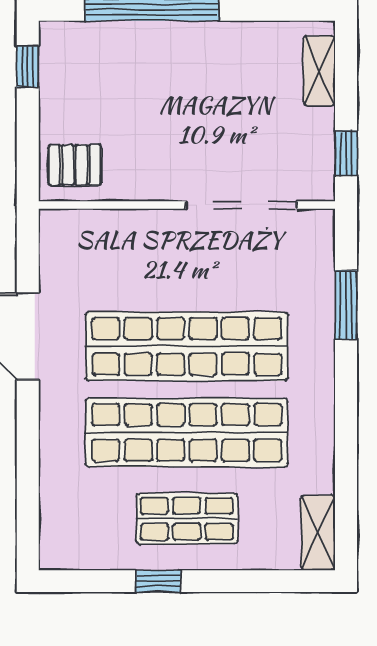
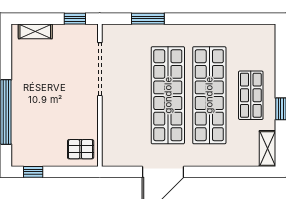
pallet: (75, 165) -> (81, 149), turned 90
shelving: (318, 533) -> (267, 148), moved, turned 90

